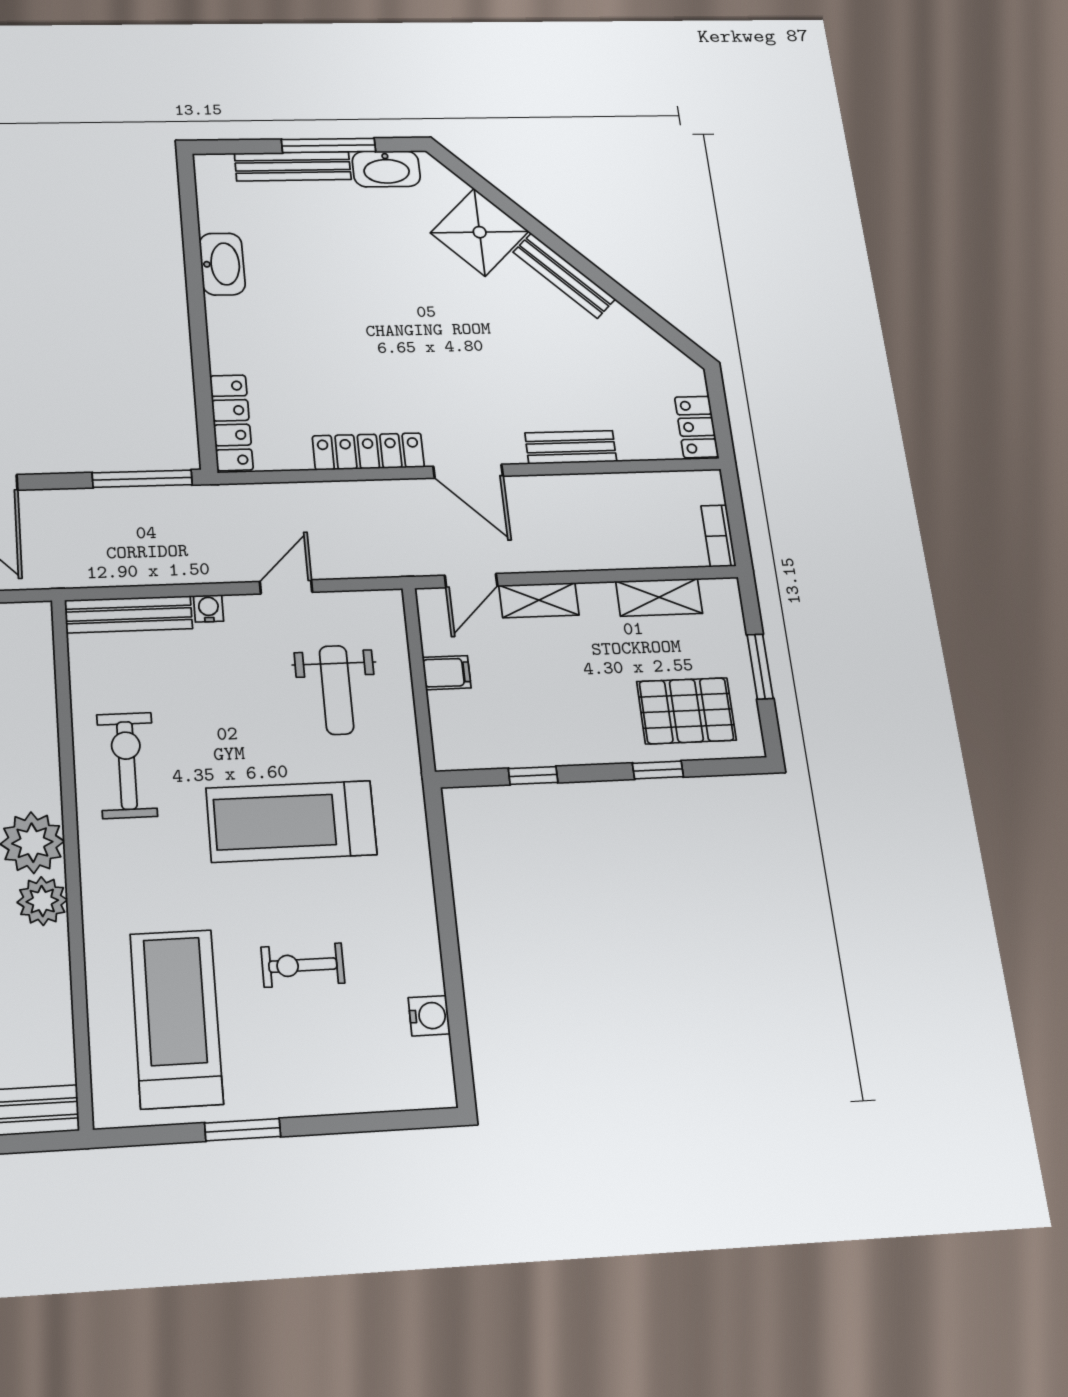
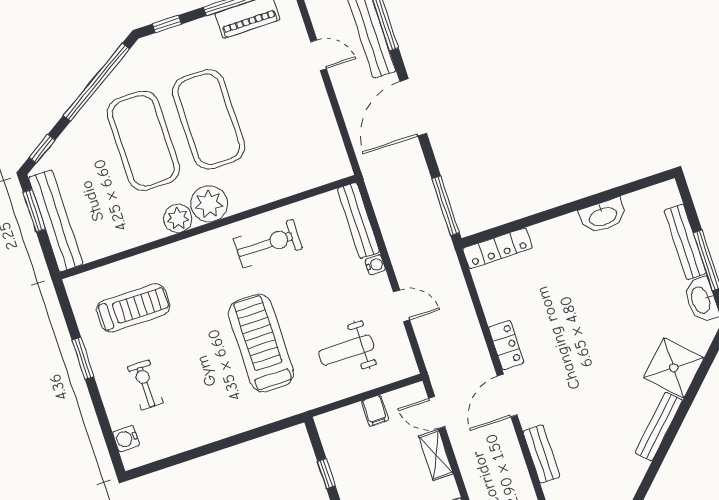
locker: (368, 451) -> (506, 345), width x0.66
exercise bike: (303, 965) -> (145, 385), moved
water cooler: (429, 1016) -> (126, 439), moved, turned 90
treadmill: (176, 1018) -> (133, 308), width x0.73, depth x0.73

